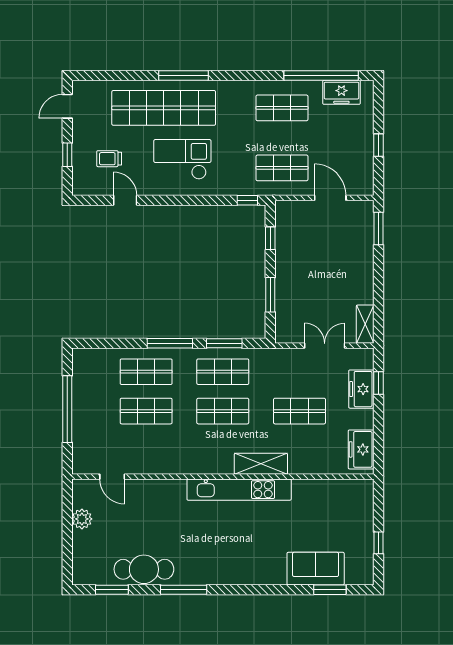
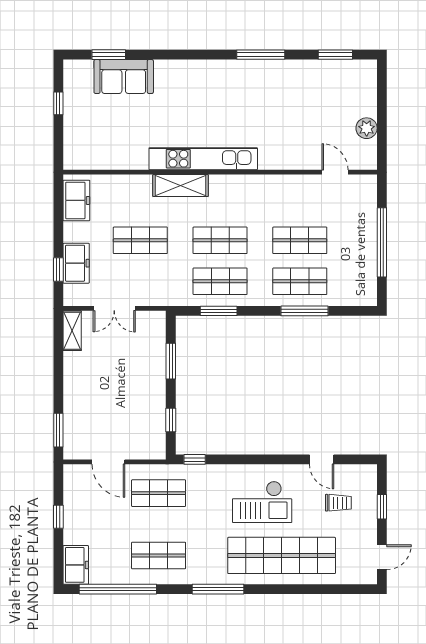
window: (184, 75) -> (218, 589), moved
freezer: (341, 92) -> (76, 565), moved, turned 90
window: (170, 343) -> (305, 311), moved
cafe table: (144, 569) -> (302, 76), removed

